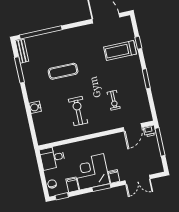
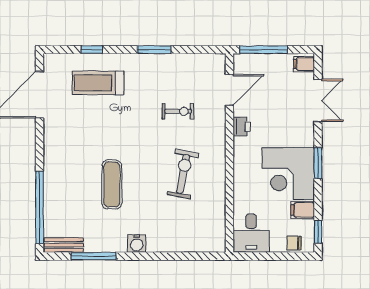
treadmill: (120, 51) -> (98, 83), turned 90
water cooler: (35, 107) -> (137, 244), moved
exercise bike: (78, 111) -> (183, 174), turned 101
door: (133, 127) -> (229, 90), hinge flipped
printer: (150, 131) -> (242, 127), moved
filing cabinet: (114, 176) -> (304, 64), moved

